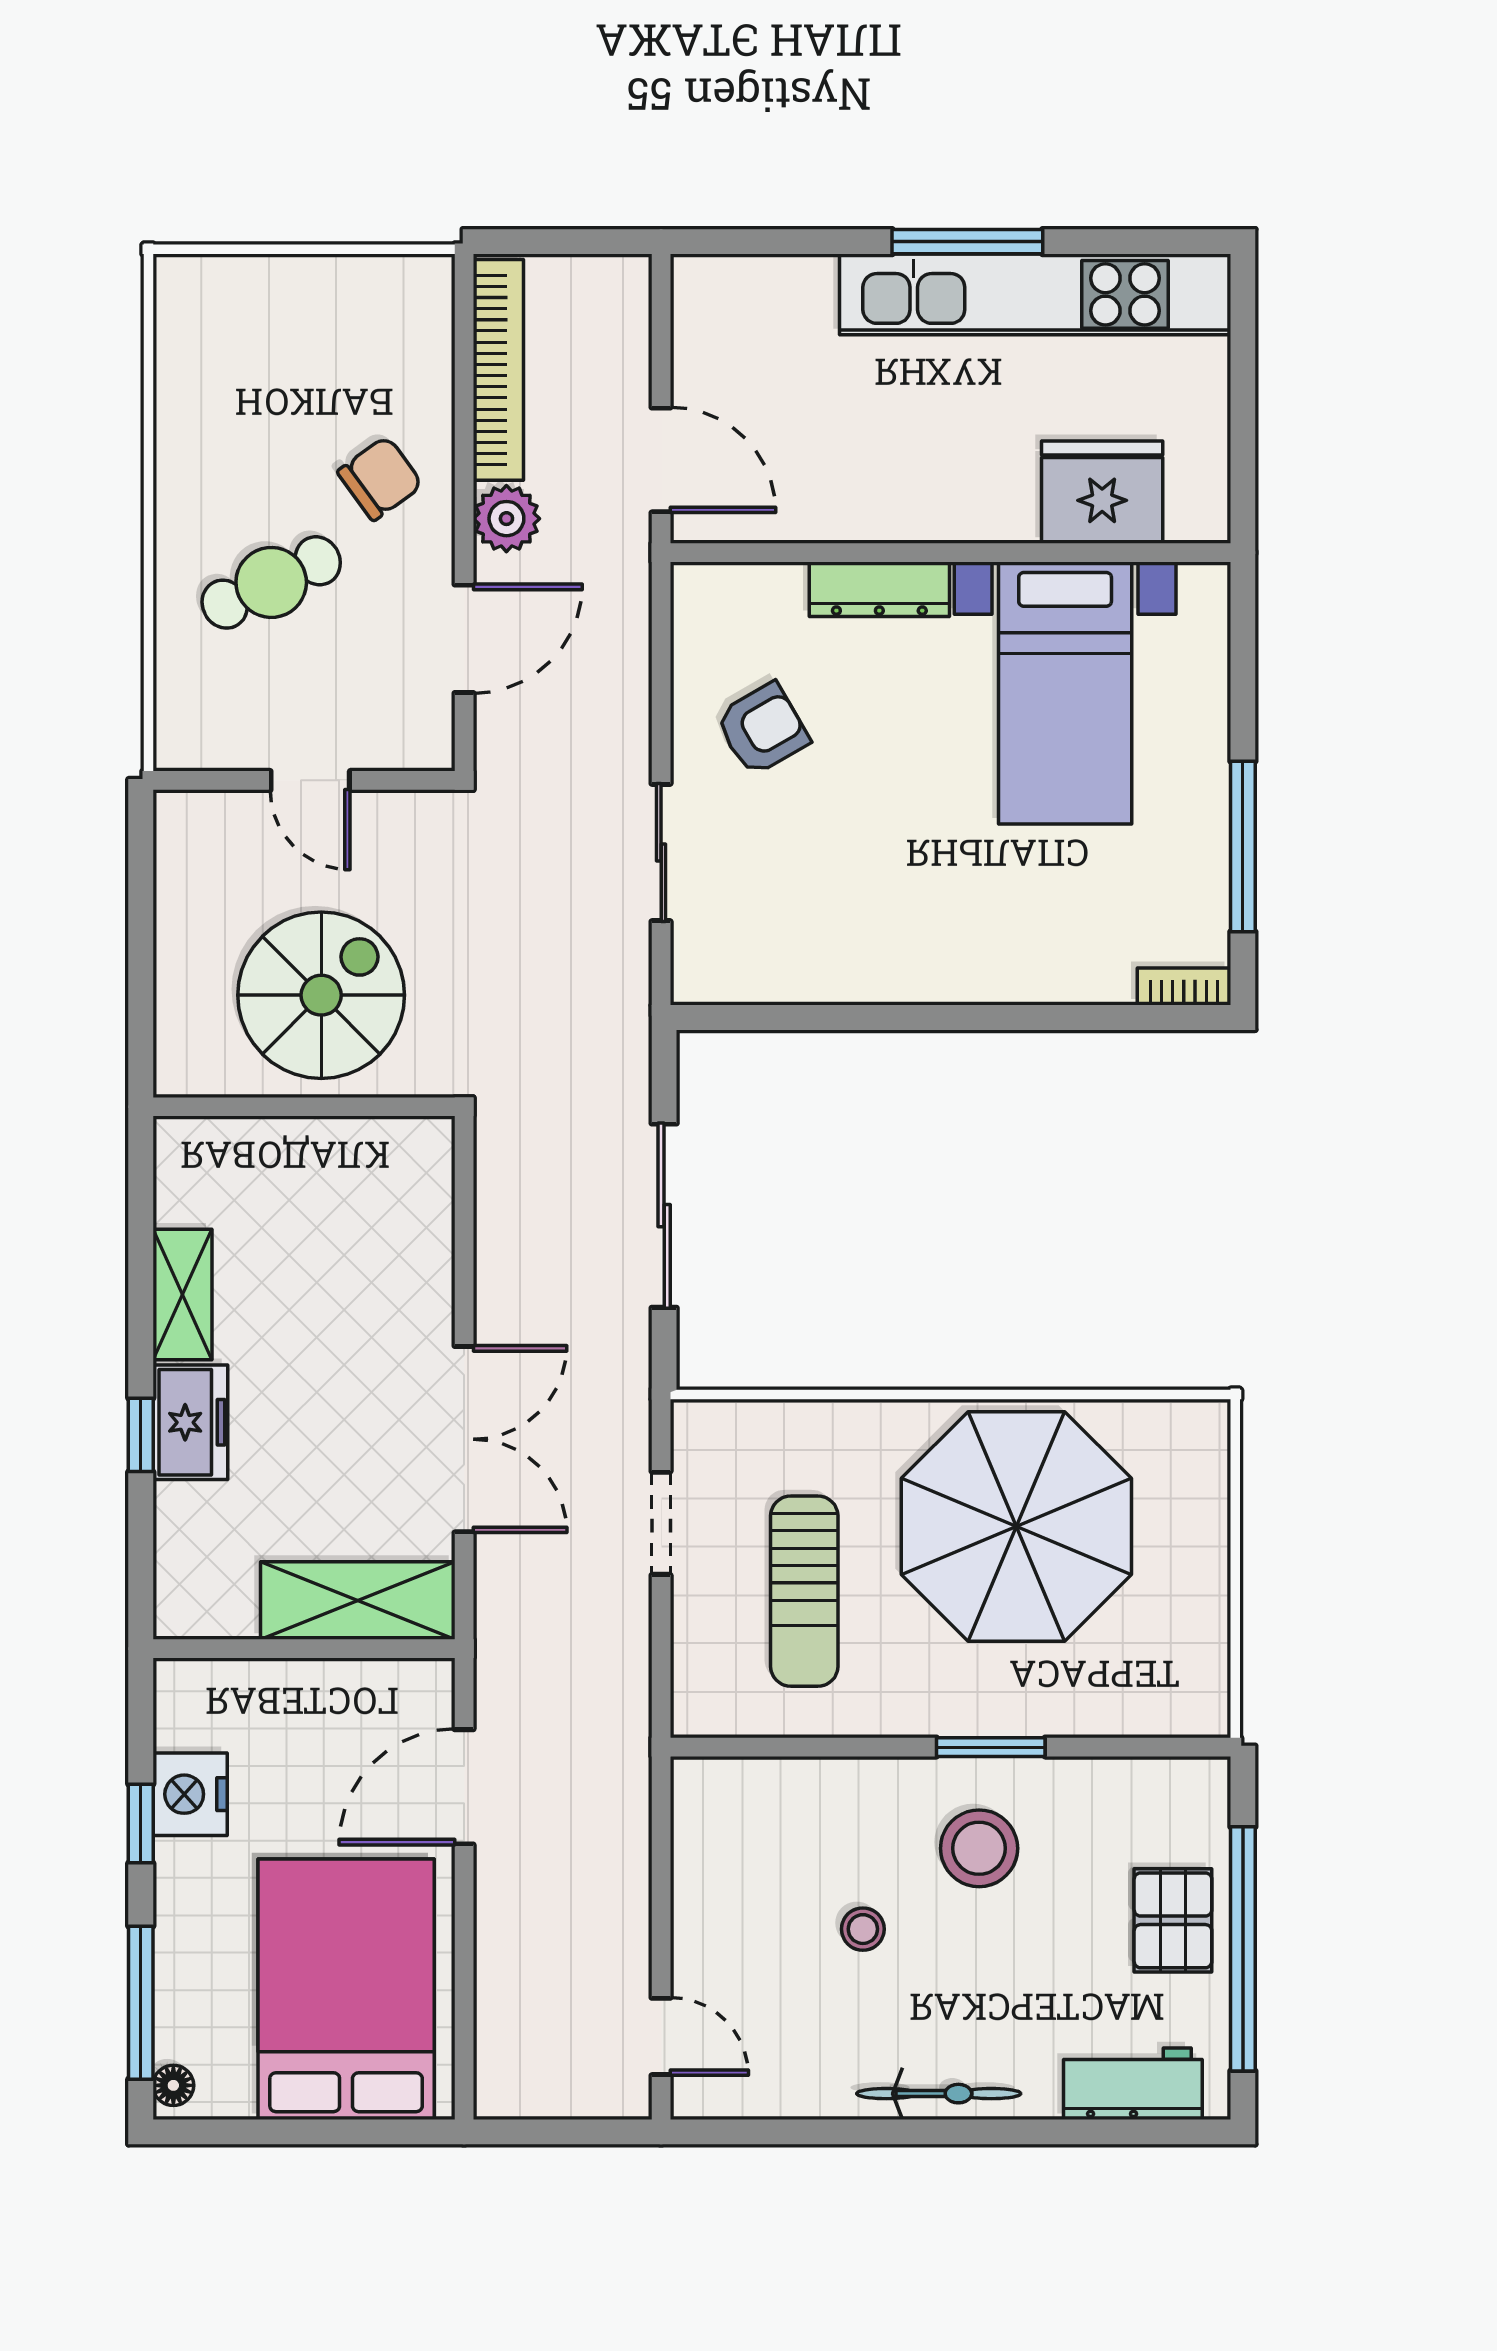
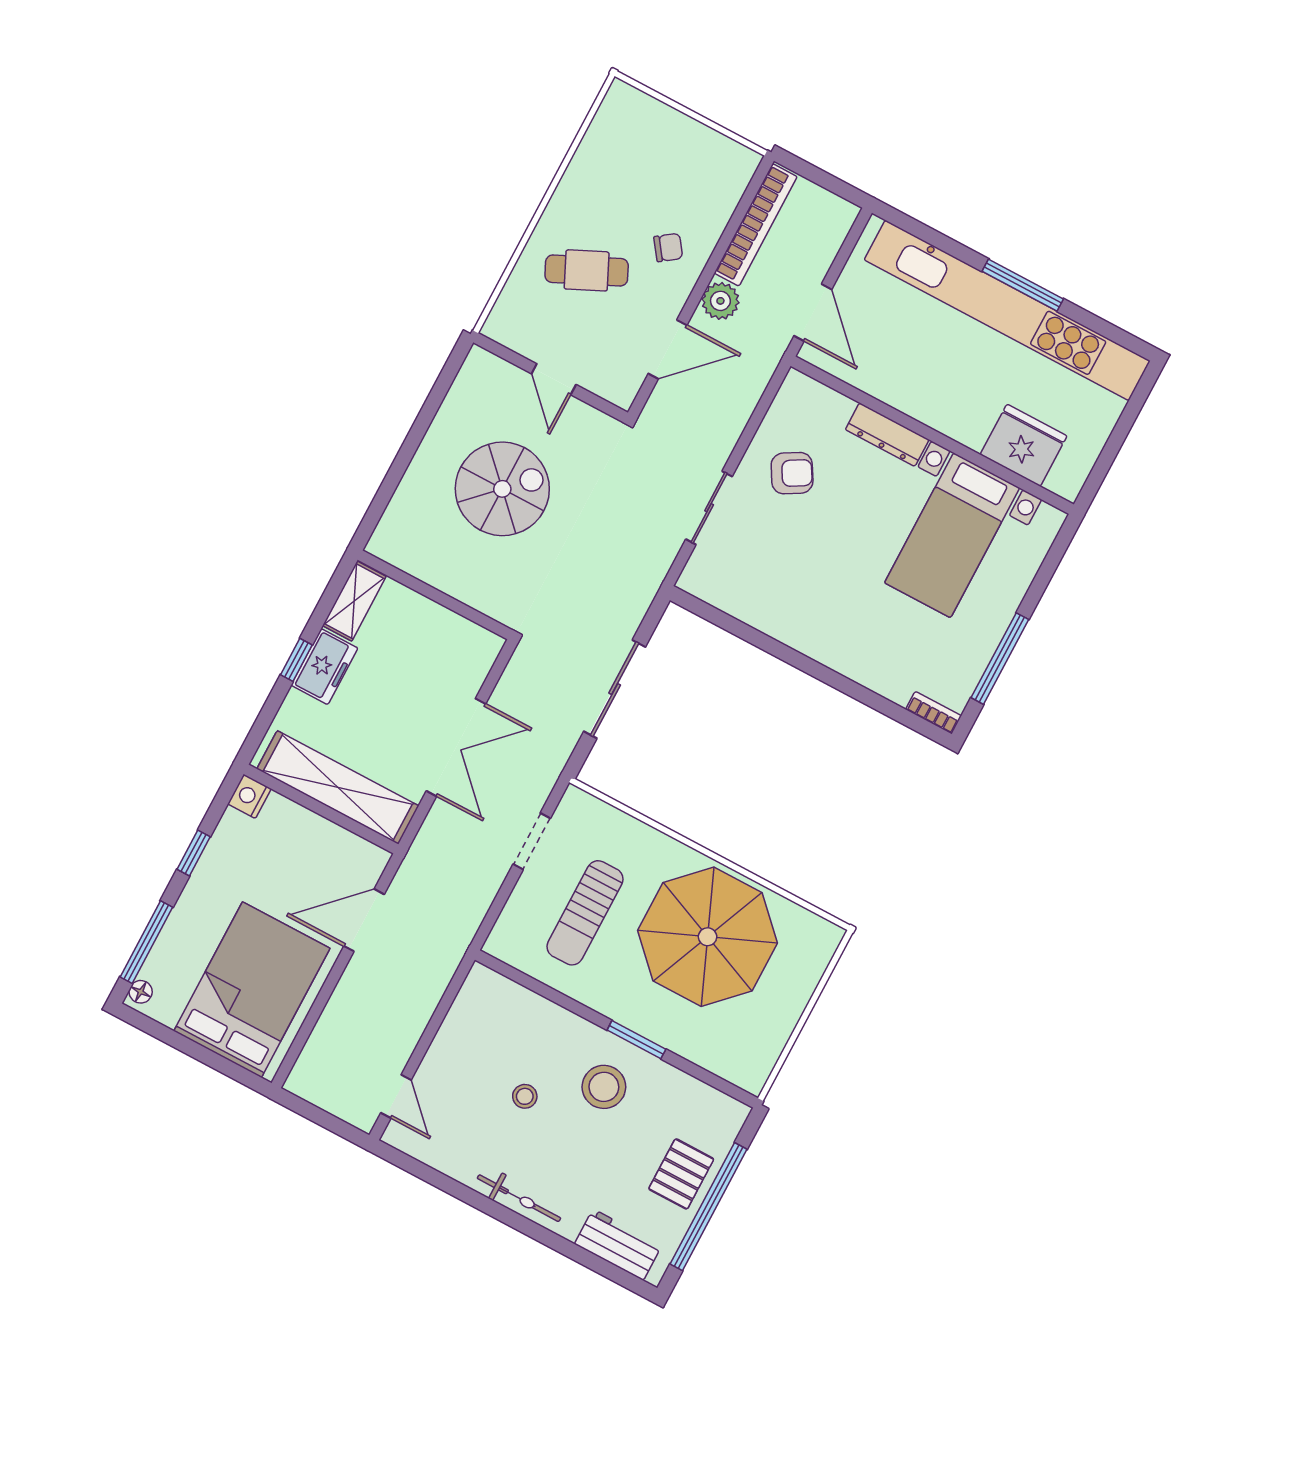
kitchen unit: (1035, 294) -> (1007, 310), width x1.36
chair: (380, 478) -> (668, 247), width x0.73, depth x0.73
wall: (304, 1107) -> (435, 595), moved
shelving: (358, 1600) -> (338, 787), width x1.47
nightstand: (190, 1794) -> (249, 796), moved, width x0.74, depth x0.75

